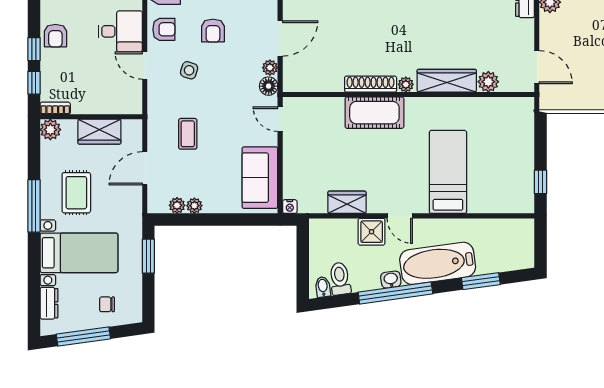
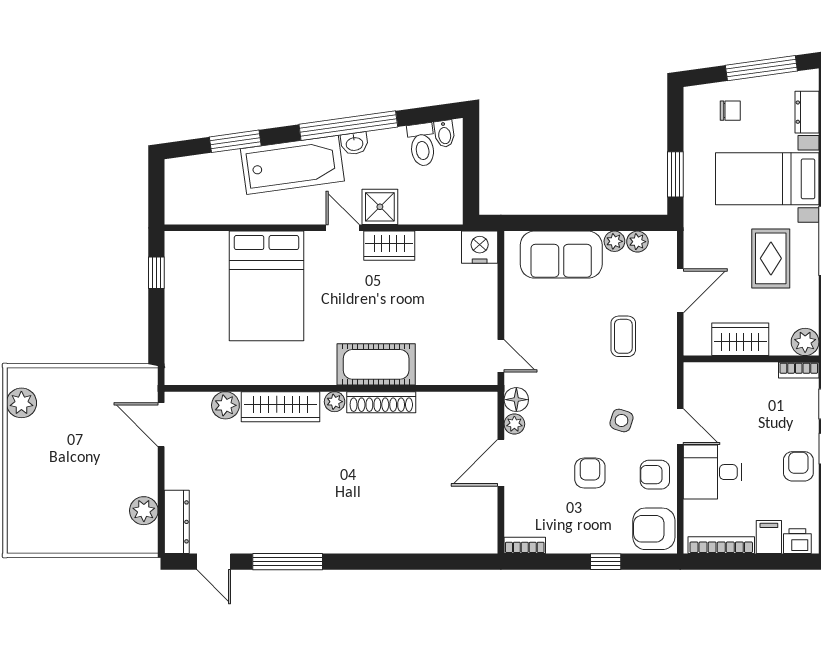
bed: (448, 172) -> (266, 286), width x1.50
sofa: (260, 178) -> (561, 255), moved, turned 90
wardrobe: (347, 202) -> (389, 246), moved
nightstand: (290, 207) -> (480, 247), width x1.89, depth x1.79

